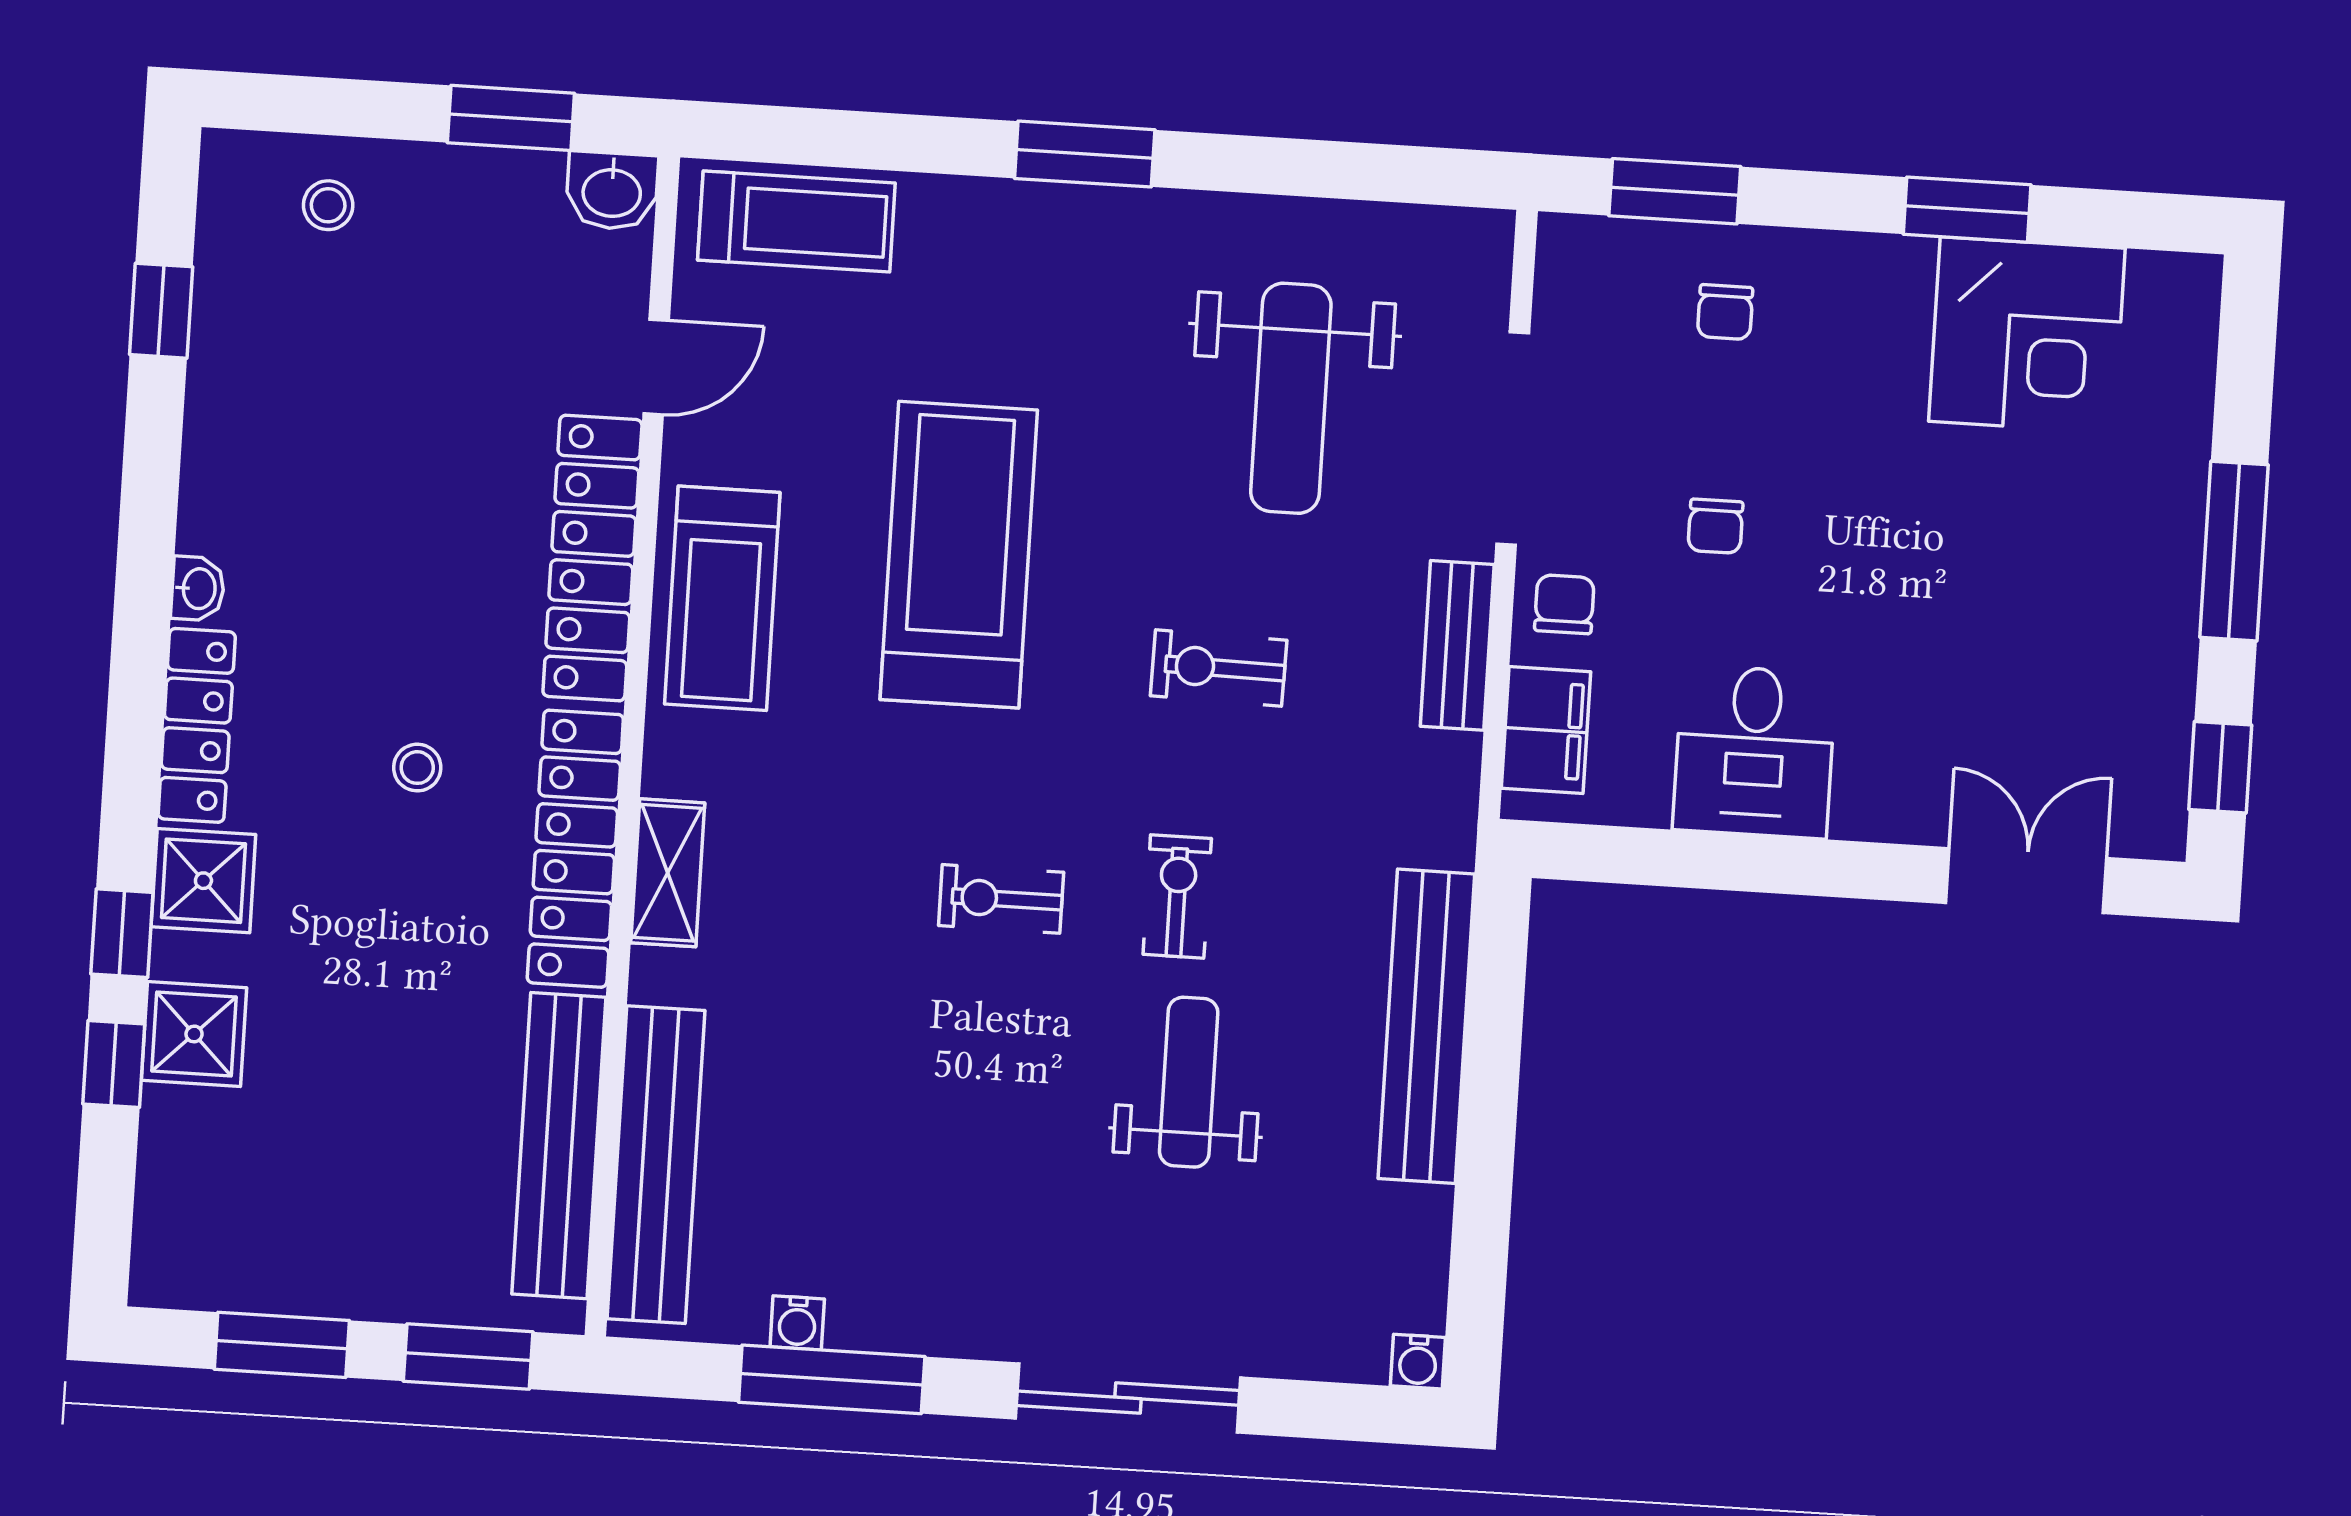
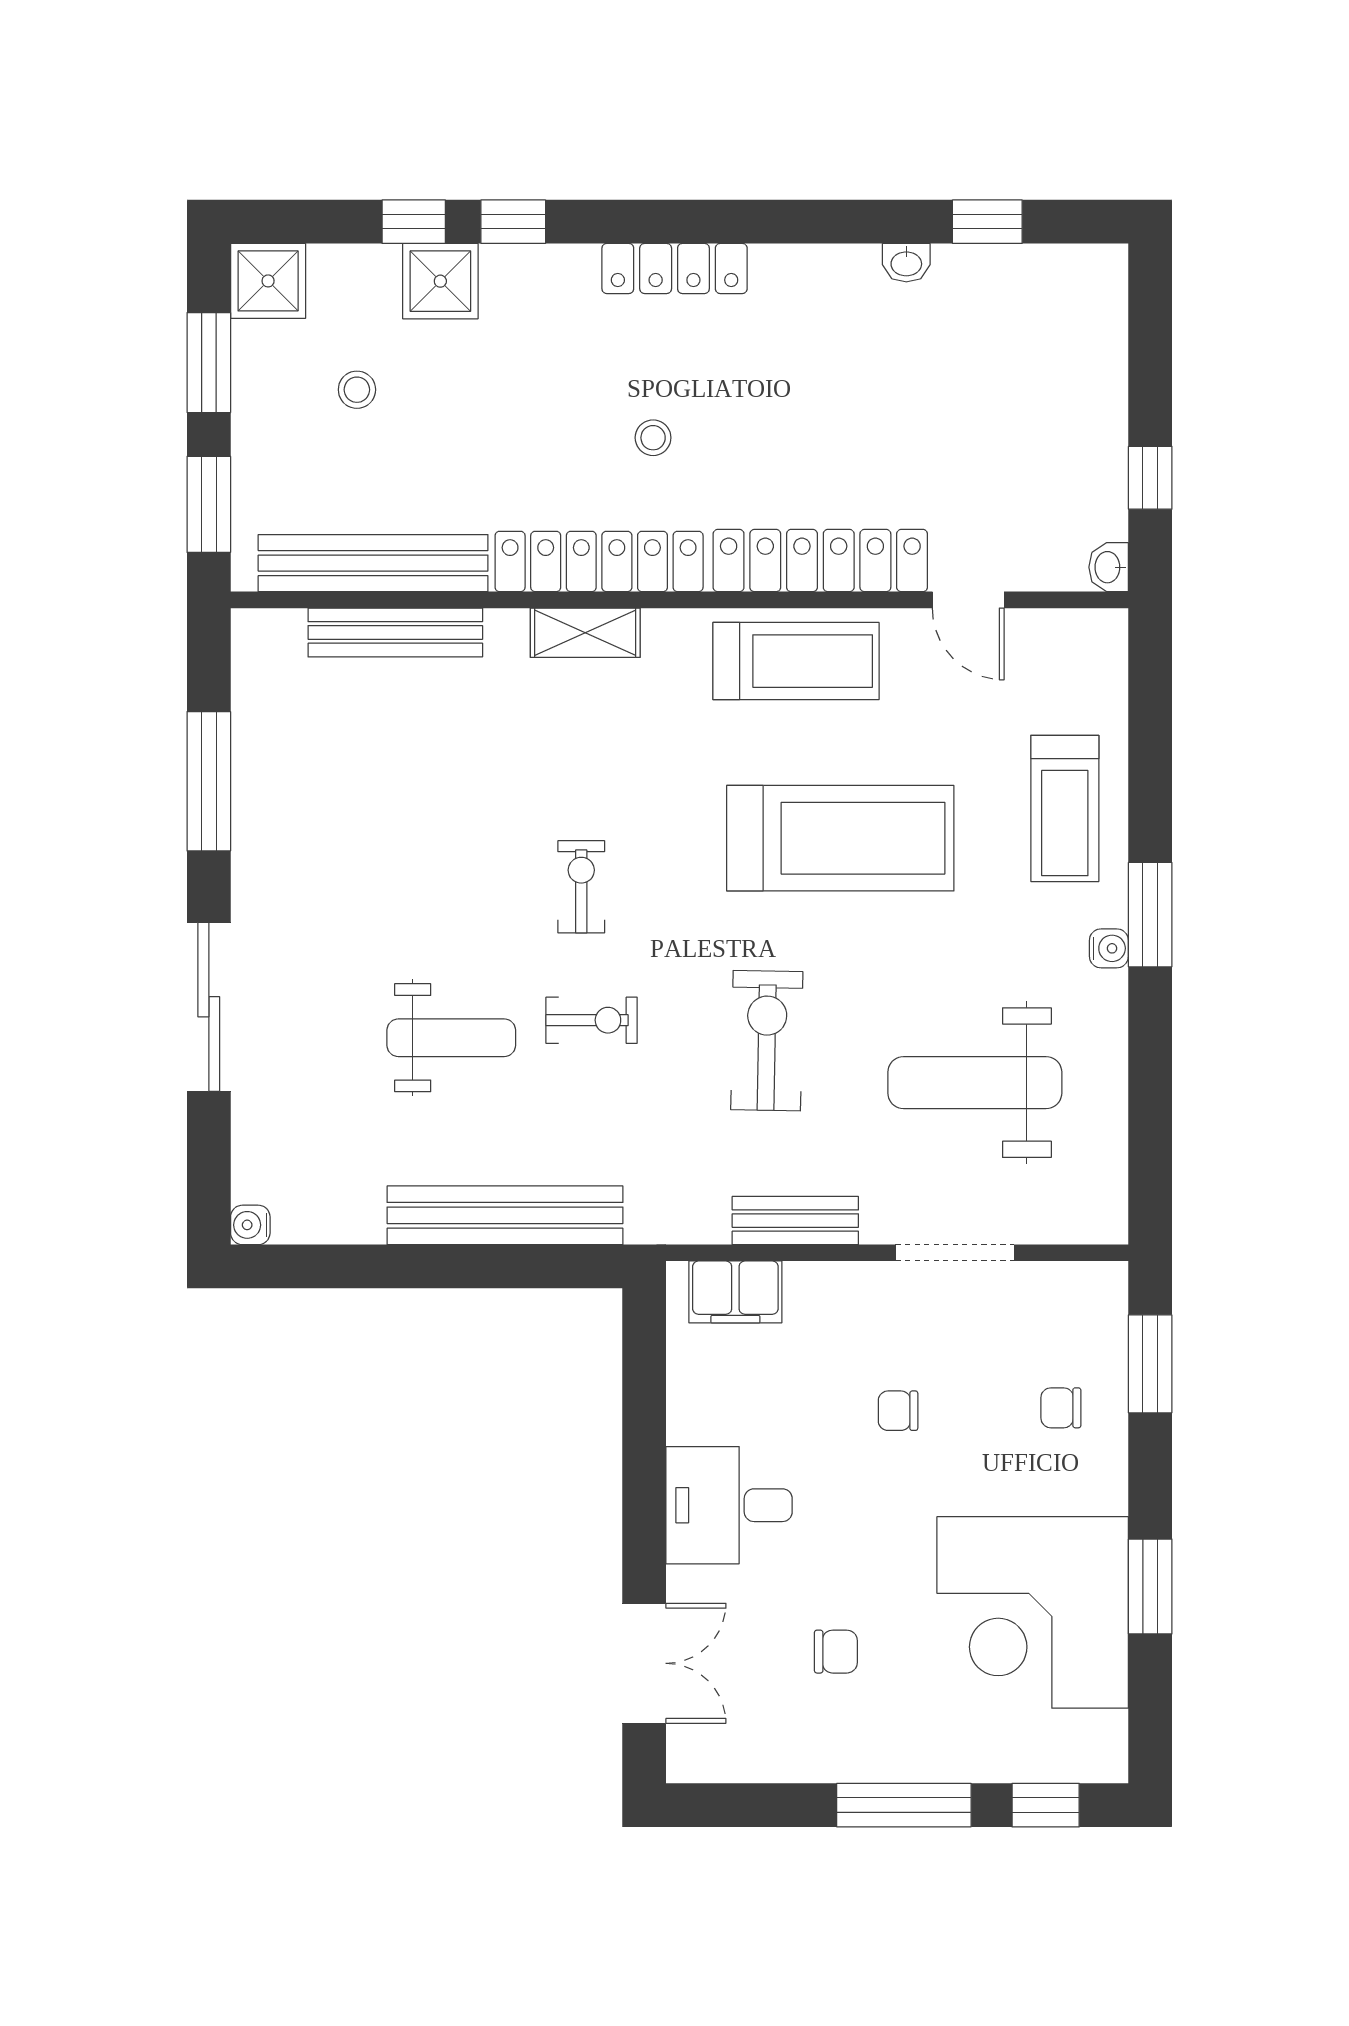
window: (511, 118) -> (1150, 478), width x0.67
washbasin: (612, 191) -> (1109, 567), width x0.72, depth x0.69
stool: (328, 205) -> (357, 390), moved
treadmill: (796, 221) -> (1065, 808), moved
corner desk: (2027, 335) -> (1033, 1612), width x1.36, depth x1.36
doorway: (1513, 439) -> (955, 1253), width x0.73
washbasin: (198, 589) -> (906, 263), moved
treadmill: (722, 598) -> (796, 661), turned 180
chair: (1564, 604) -> (836, 1652), moved
exercise bike: (1219, 668) -> (767, 1041), width x1.38, depth x1.39
desk: (1754, 751) -> (729, 1505), moved
window: (2220, 767) -> (1046, 1805), moved
shower: (203, 881) -> (268, 281), moved
bench: (656, 1165) -> (395, 632), width x0.73, depth x0.82
water cooler: (797, 1323) -> (1109, 948), moved, turned 180

